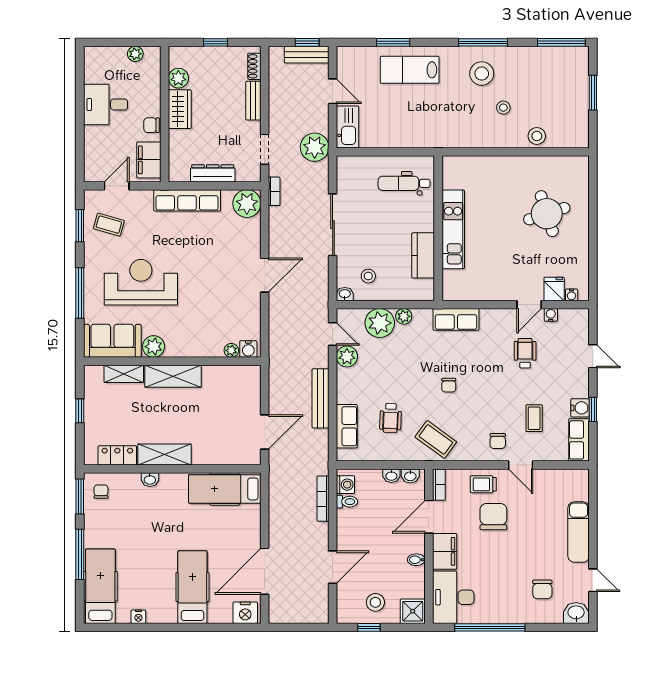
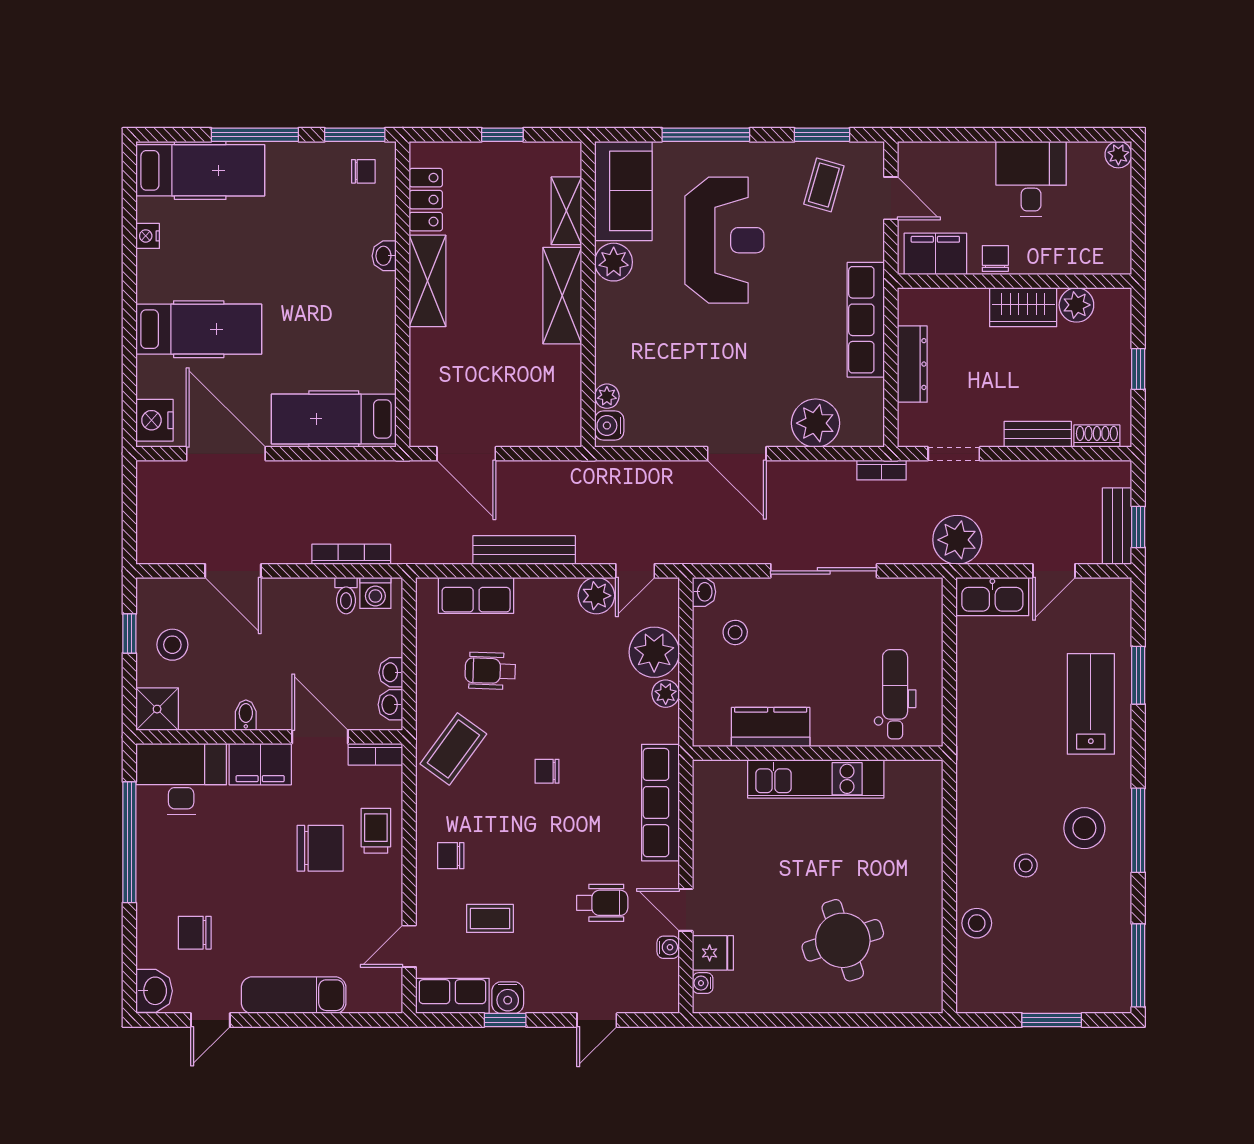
plant: (135, 54) -> (1118, 155), moved
plant: (247, 204) -> (816, 423), moved
row of seats: (456, 319) -> (660, 803), width x1.48
door: (521, 465) -> (409, 946), moved
hospital bed: (225, 489) -> (334, 419), moved, turned -90

